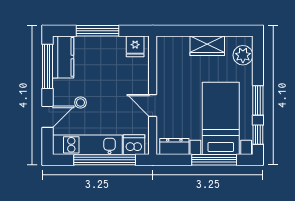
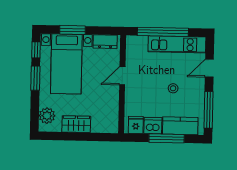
kitchen counter: (63, 57) -> (180, 126), moved, turned 90
stool: (80, 103) -> (173, 88), moved
door: (153, 105) -> (122, 76), swing flipped
dishwasher: (134, 145) -> (153, 126), moved, turned 180
window: (214, 160) -> (73, 30), width x0.69

